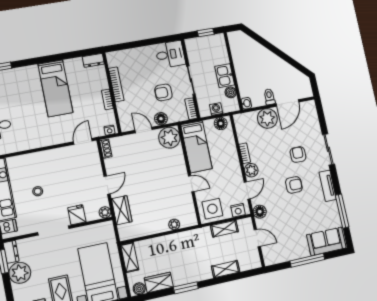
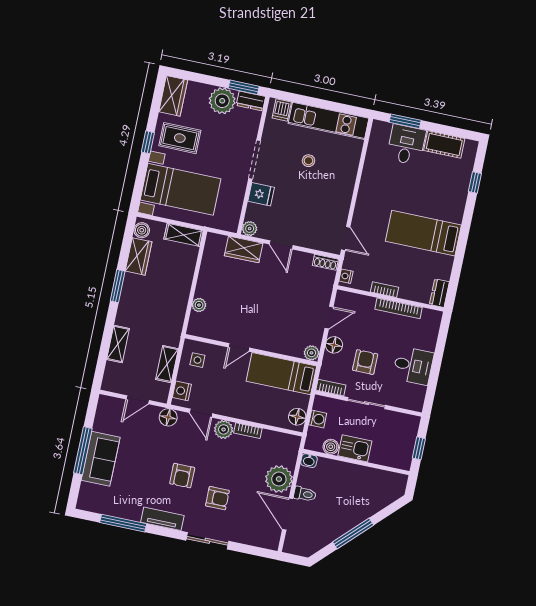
desk: (170, 54) -> (413, 366), moved, turned -90
window: (281, 54) -> (353, 534), added
plant: (169, 138) -> (311, 353), width x0.53, depth x0.53
side table: (212, 209) -> (197, 360), width x0.54, depth x0.54
sofa: (326, 241) -> (101, 459), moved

